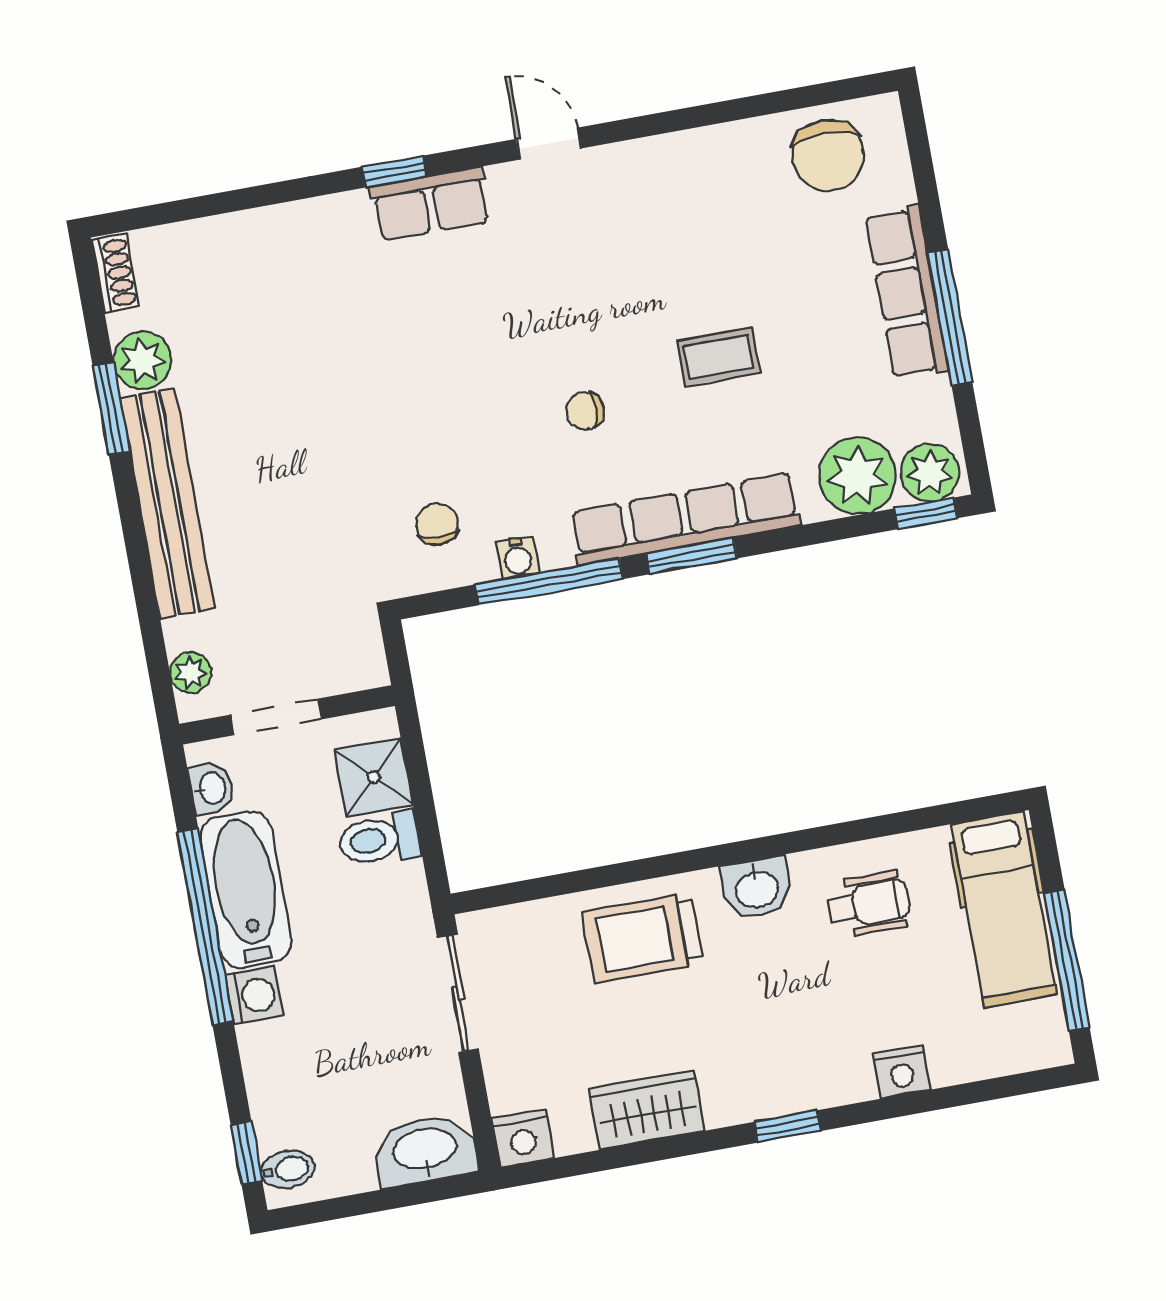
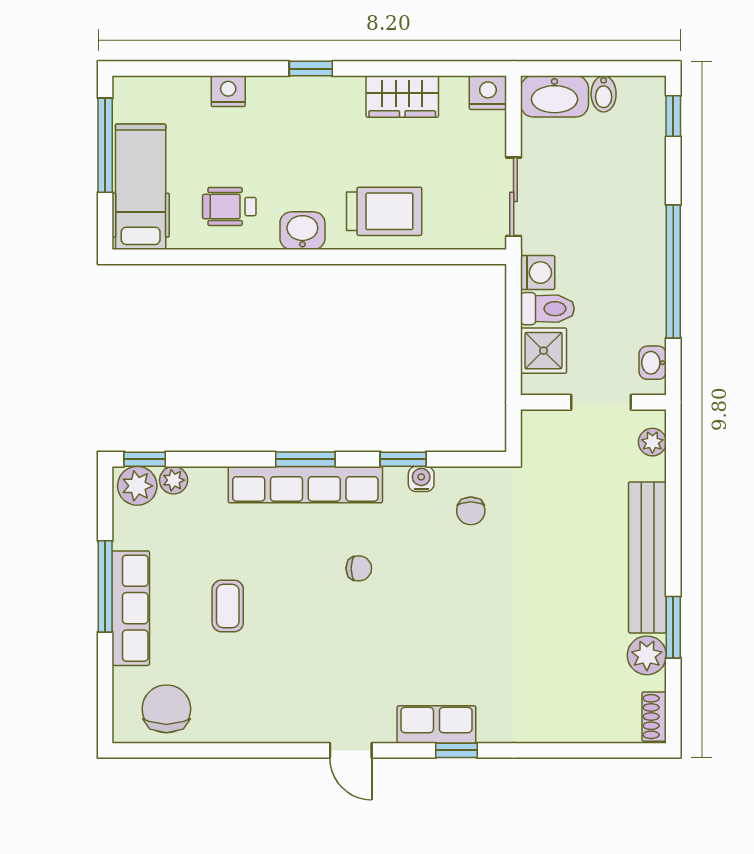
coffee table: (718, 357) -> (228, 606), moved, turned 90
plant: (857, 476) -> (174, 480), width x0.53, depth x0.53
window: (549, 582) -> (403, 459), width x0.46
bathtub: (246, 889) -> (642, 291), removed
washing machine: (254, 996) -> (538, 273), moved, turned 180
bidet: (288, 1169) -> (604, 94), moved, turned -90

